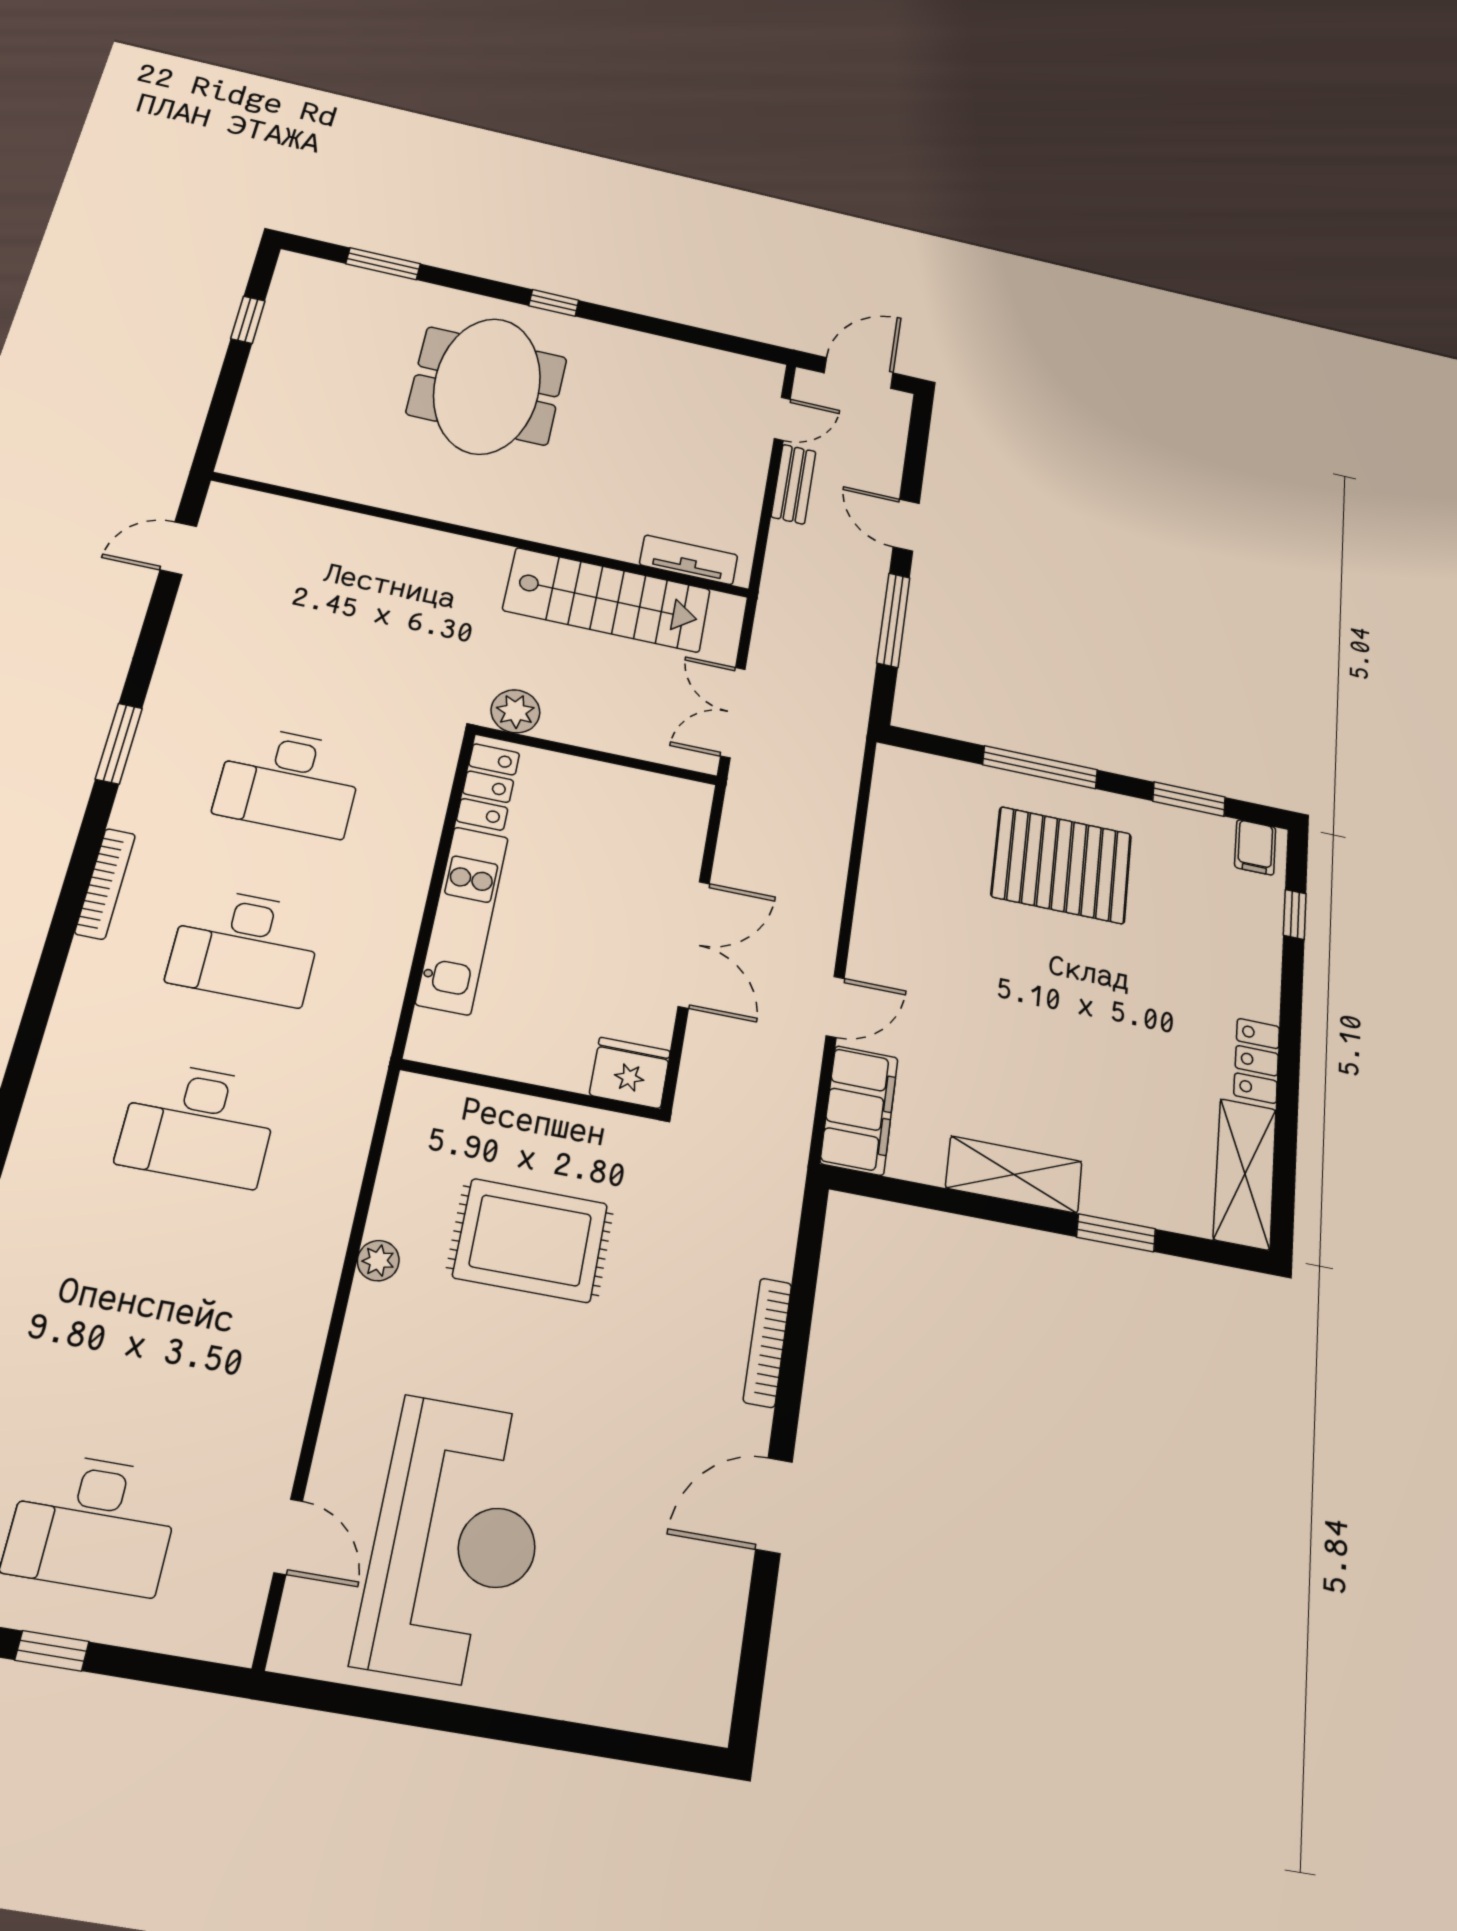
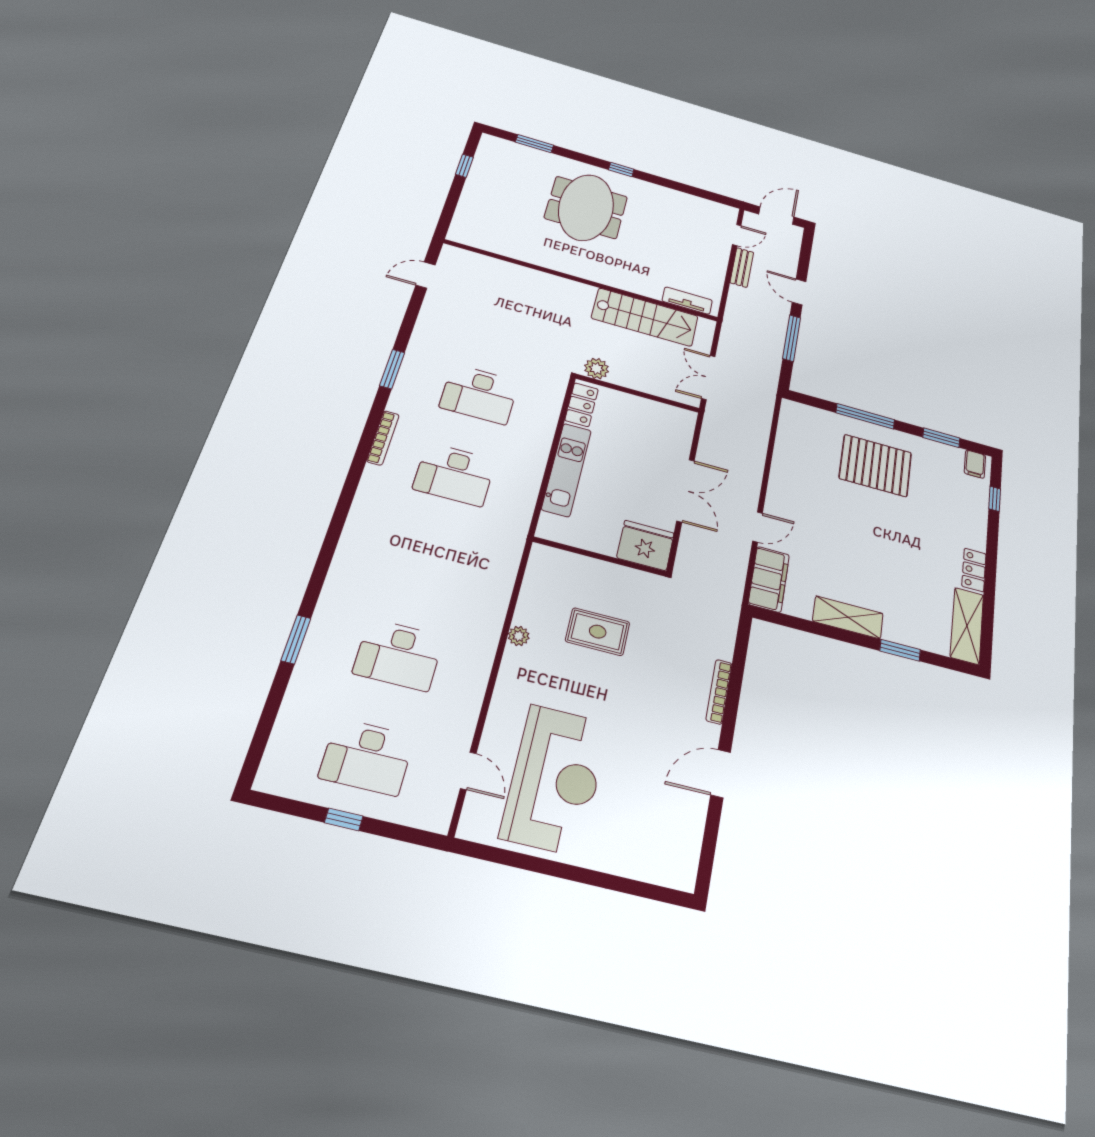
fridge: (630, 1073) -> (646, 545), width x1.36, depth x1.34
desk: (199, 1124) -> (399, 655), moved
rug: (530, 1240) -> (598, 632), width x0.73, depth x0.70

